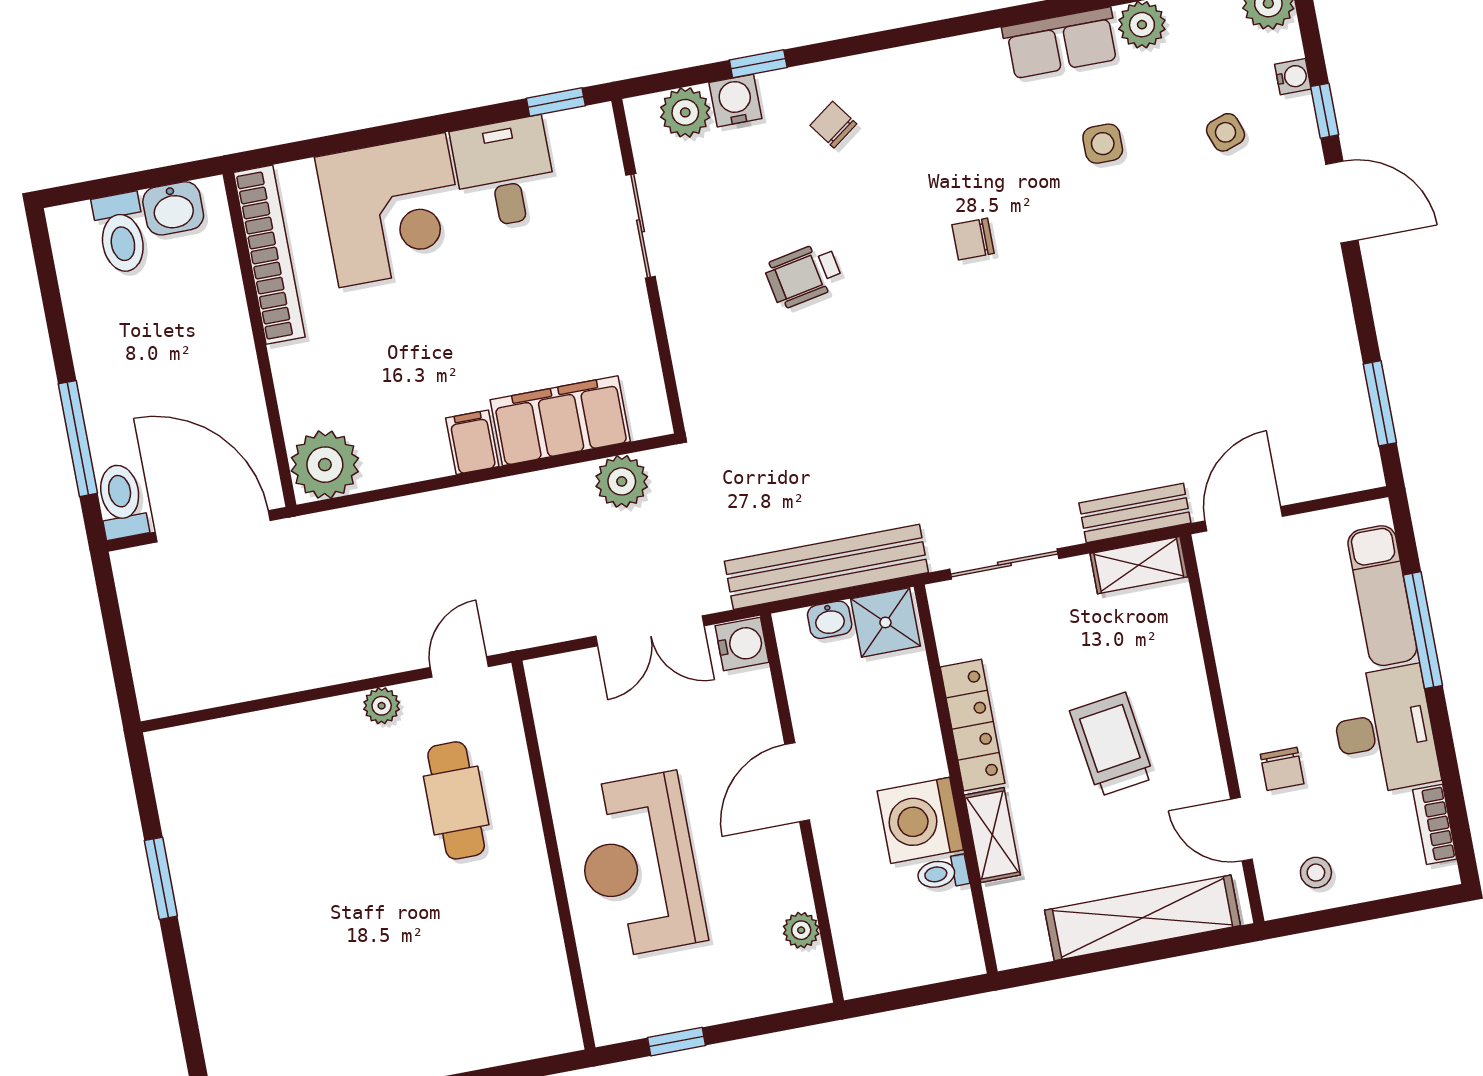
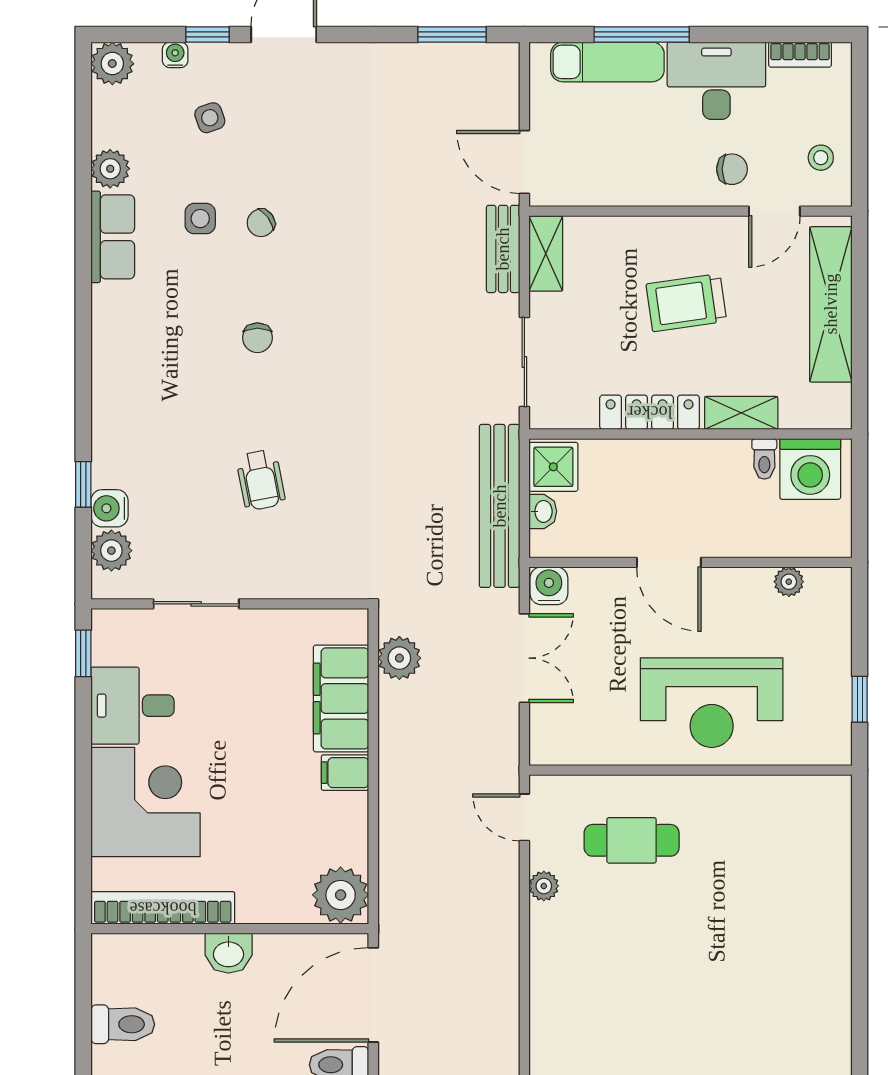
chair: (833, 125) -> (261, 223), moved
washbasin: (173, 208) -> (229, 953), moved, turned 90
washing machine: (920, 820) -> (810, 469), moved

